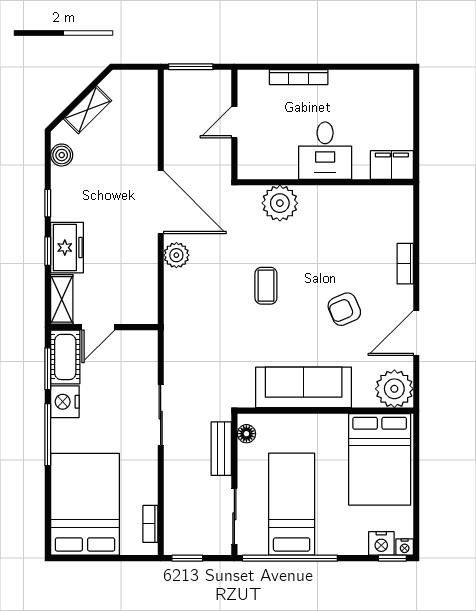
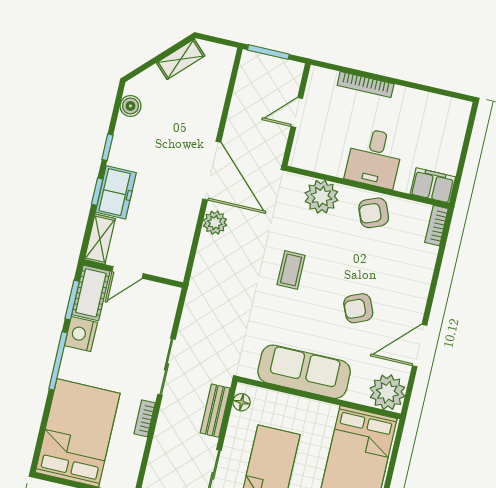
shelving: (88, 110) -> (181, 59), moved
armchair: (337, 207) -> (374, 213), added
bookcase: (405, 264) -> (436, 225), moved
bookcase: (150, 524) -> (145, 418), moved

